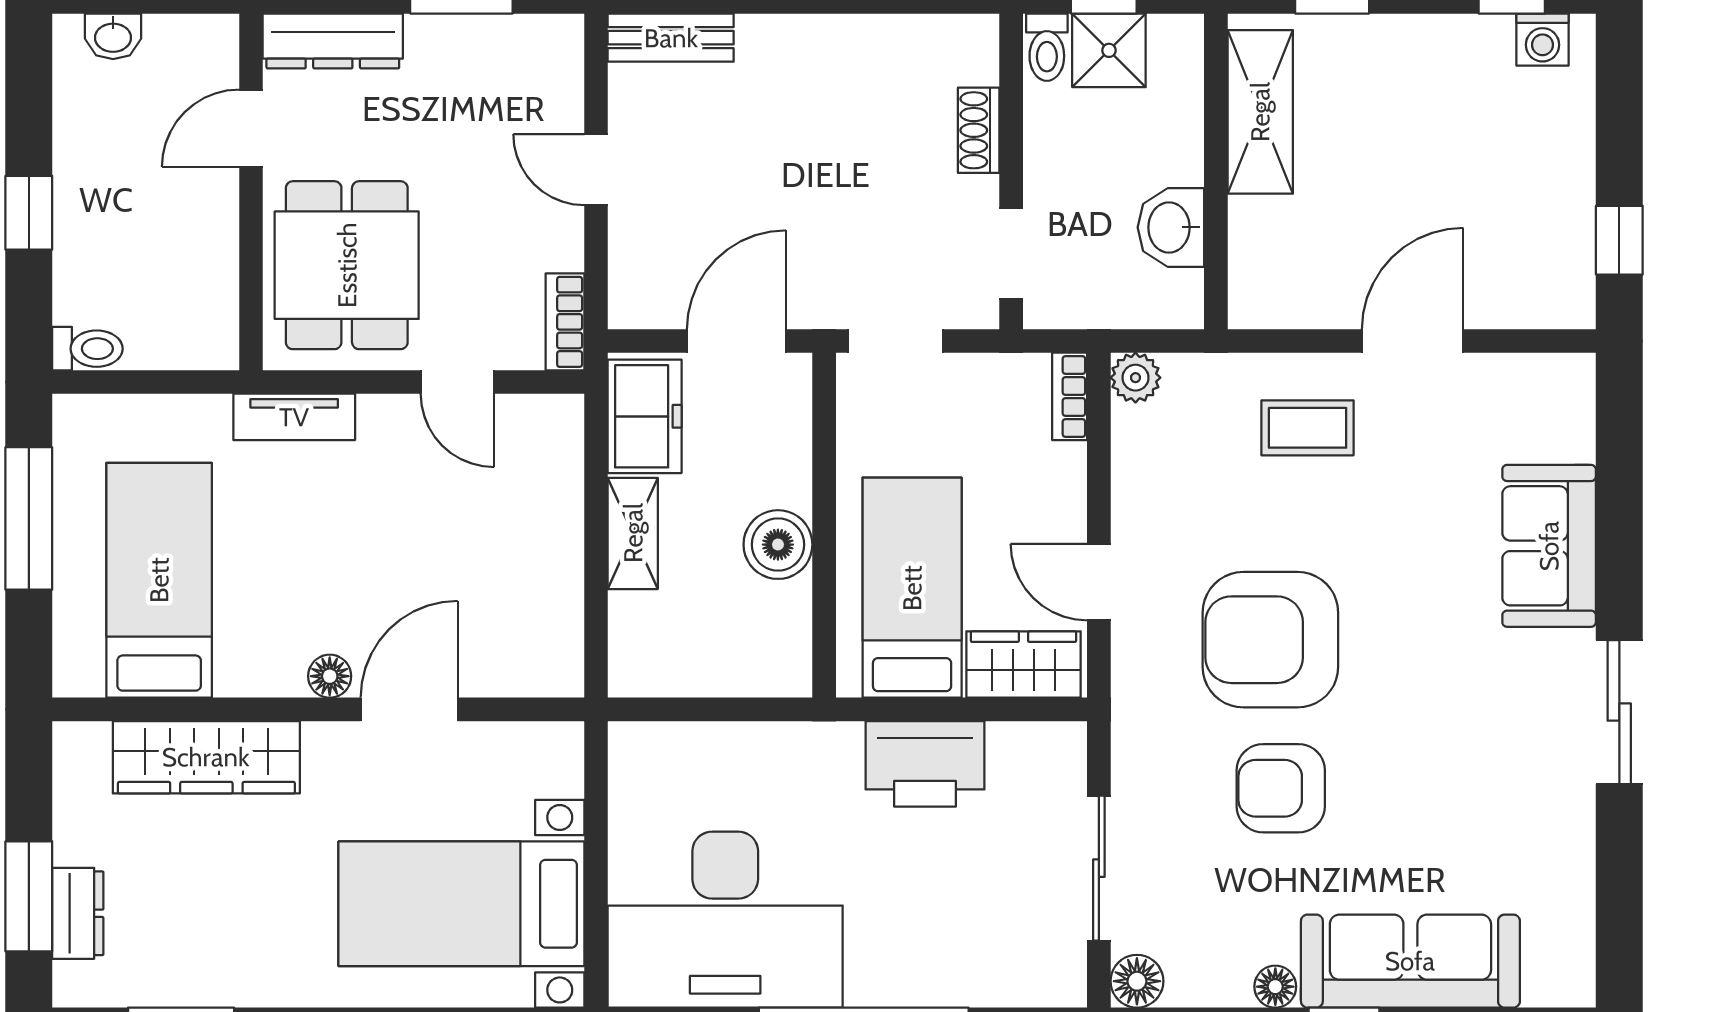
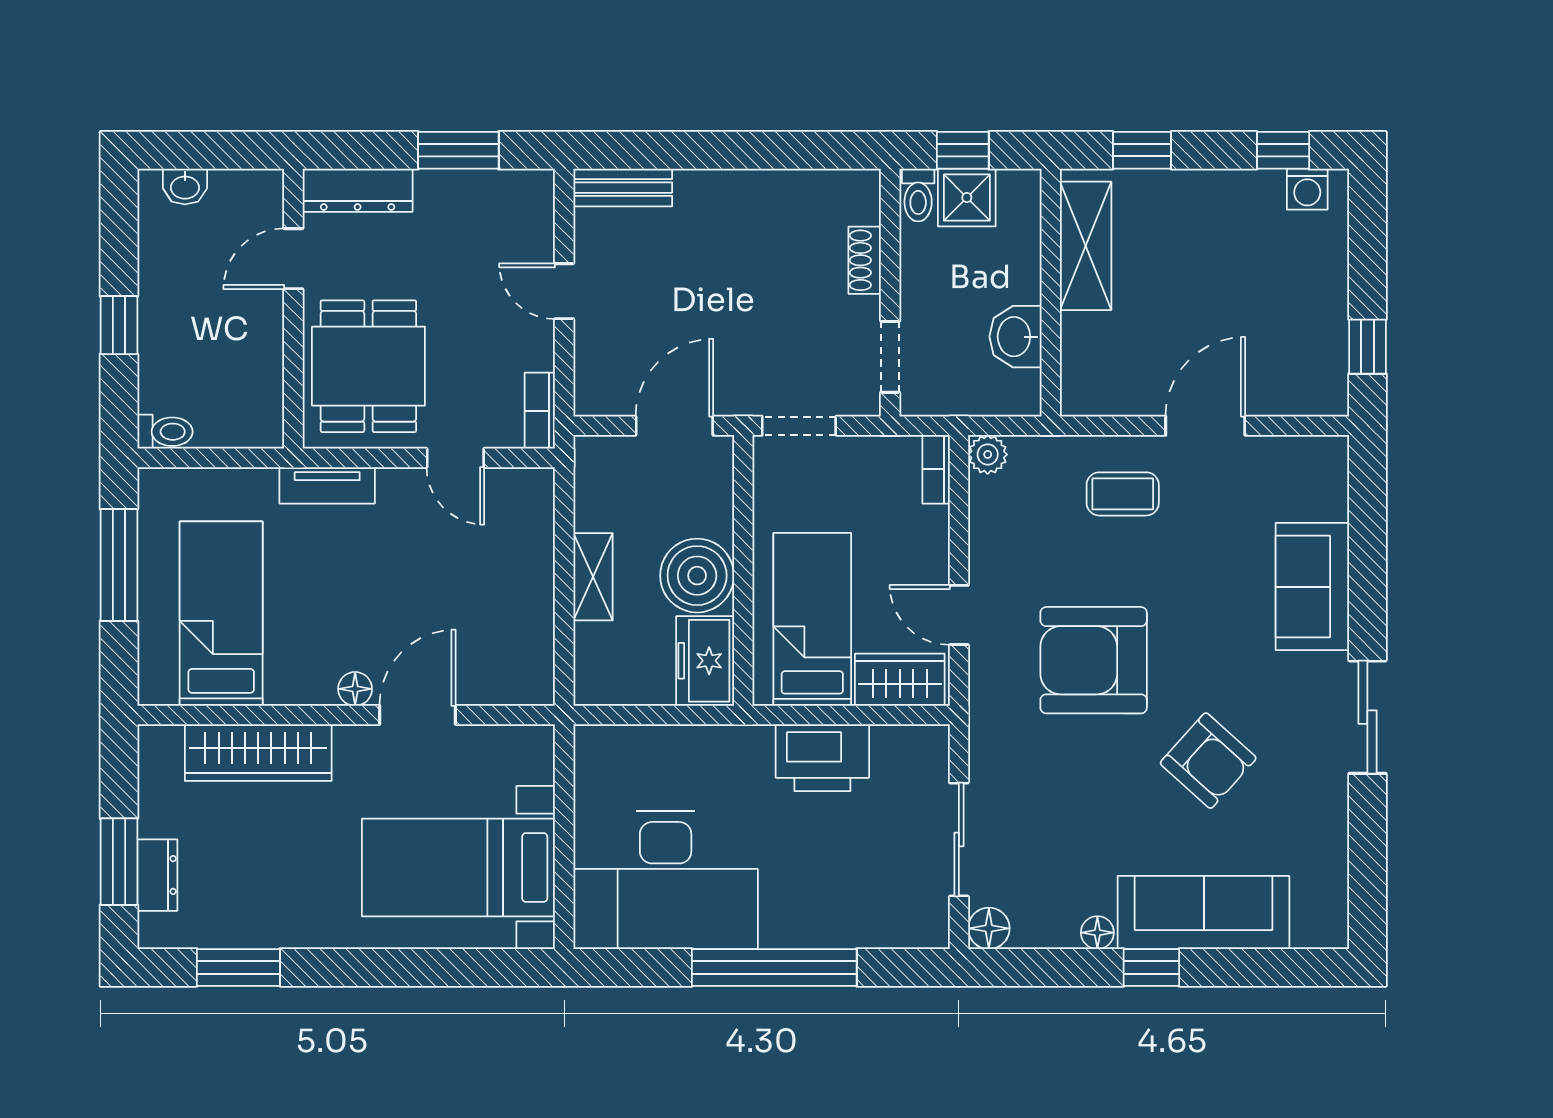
freezer: (645, 416) -> (705, 661), moved, turned 180
boiler: (778, 545) -> (697, 576), width x1.37, depth x1.37
armchair: (1281, 788) -> (1208, 761), moved, turned -138

